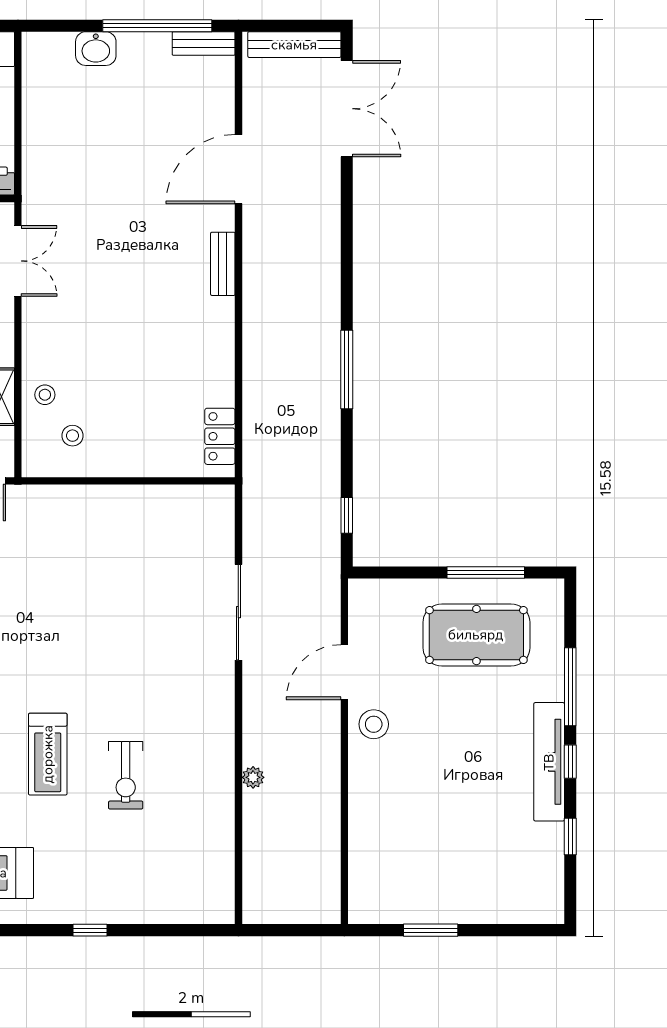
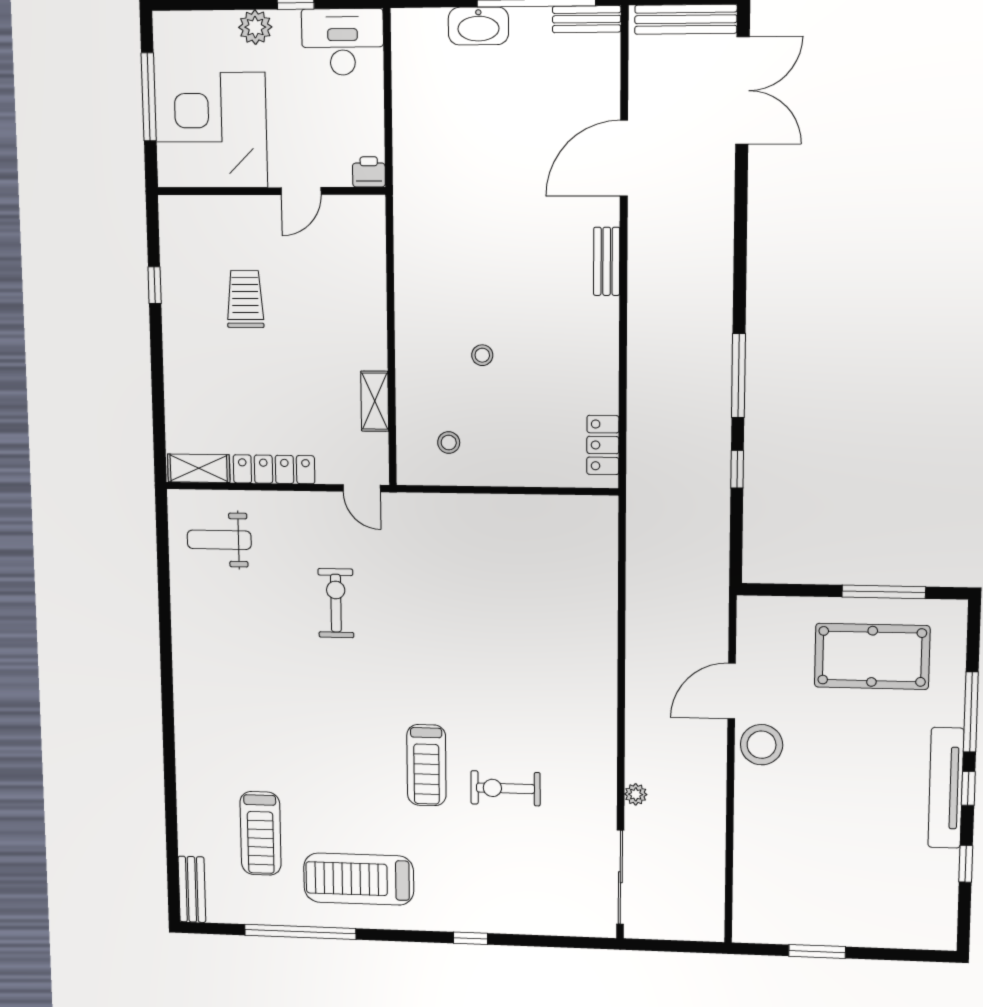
washbasin: (96, 49) -> (478, 26), width x1.38
double door: (18, 261) -> (390, 258), removed
stool: (45, 395) -> (482, 355), moved
window: (347, 515) -> (737, 469), moved
sliding door: (238, 612) -> (620, 877), moved
stool: (374, 724) -> (762, 745), width x1.38, depth x1.38
exercise bike: (126, 775) -> (505, 788), turned 90

